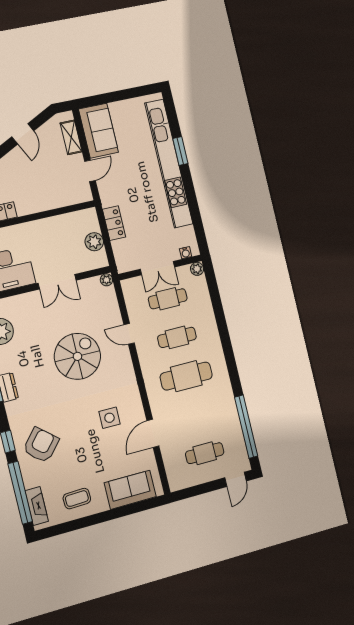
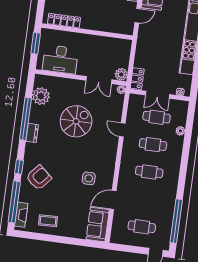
locker: (114, 223) -> (137, 79), moved
plant: (94, 242) -> (121, 74), moved
plant: (197, 269) -> (180, 131), moved
double door: (57, 282) -> (99, 80), moved
spiral stairs: (77, 356) -> (76, 121), moved
cafe table: (186, 376) -> (149, 172), width x0.73, depth x0.74
sofa: (130, 490) -> (98, 225), moved, turned -90

